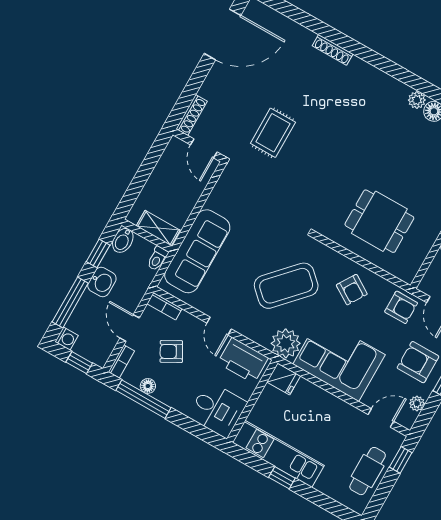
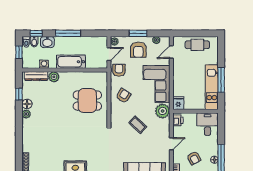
dining table: (379, 221) -> (87, 101), turned 90
coffee table: (286, 286) -> (138, 125), width x0.54, depth x0.58
printer: (243, 360) -> (178, 120), width x0.53, depth x0.68
door: (381, 418) -> (171, 52), hinge flipped
window: (401, 460) -> (185, 33), removed
window: (282, 478) -> (221, 80), width x2.17

